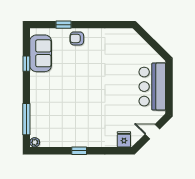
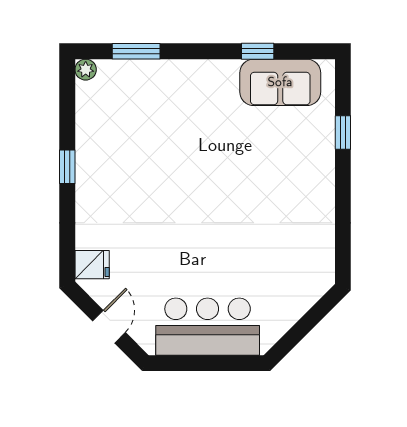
armchair: (77, 38) -> (313, 162), removed
window: (26, 119) -> (136, 51), width x0.69

